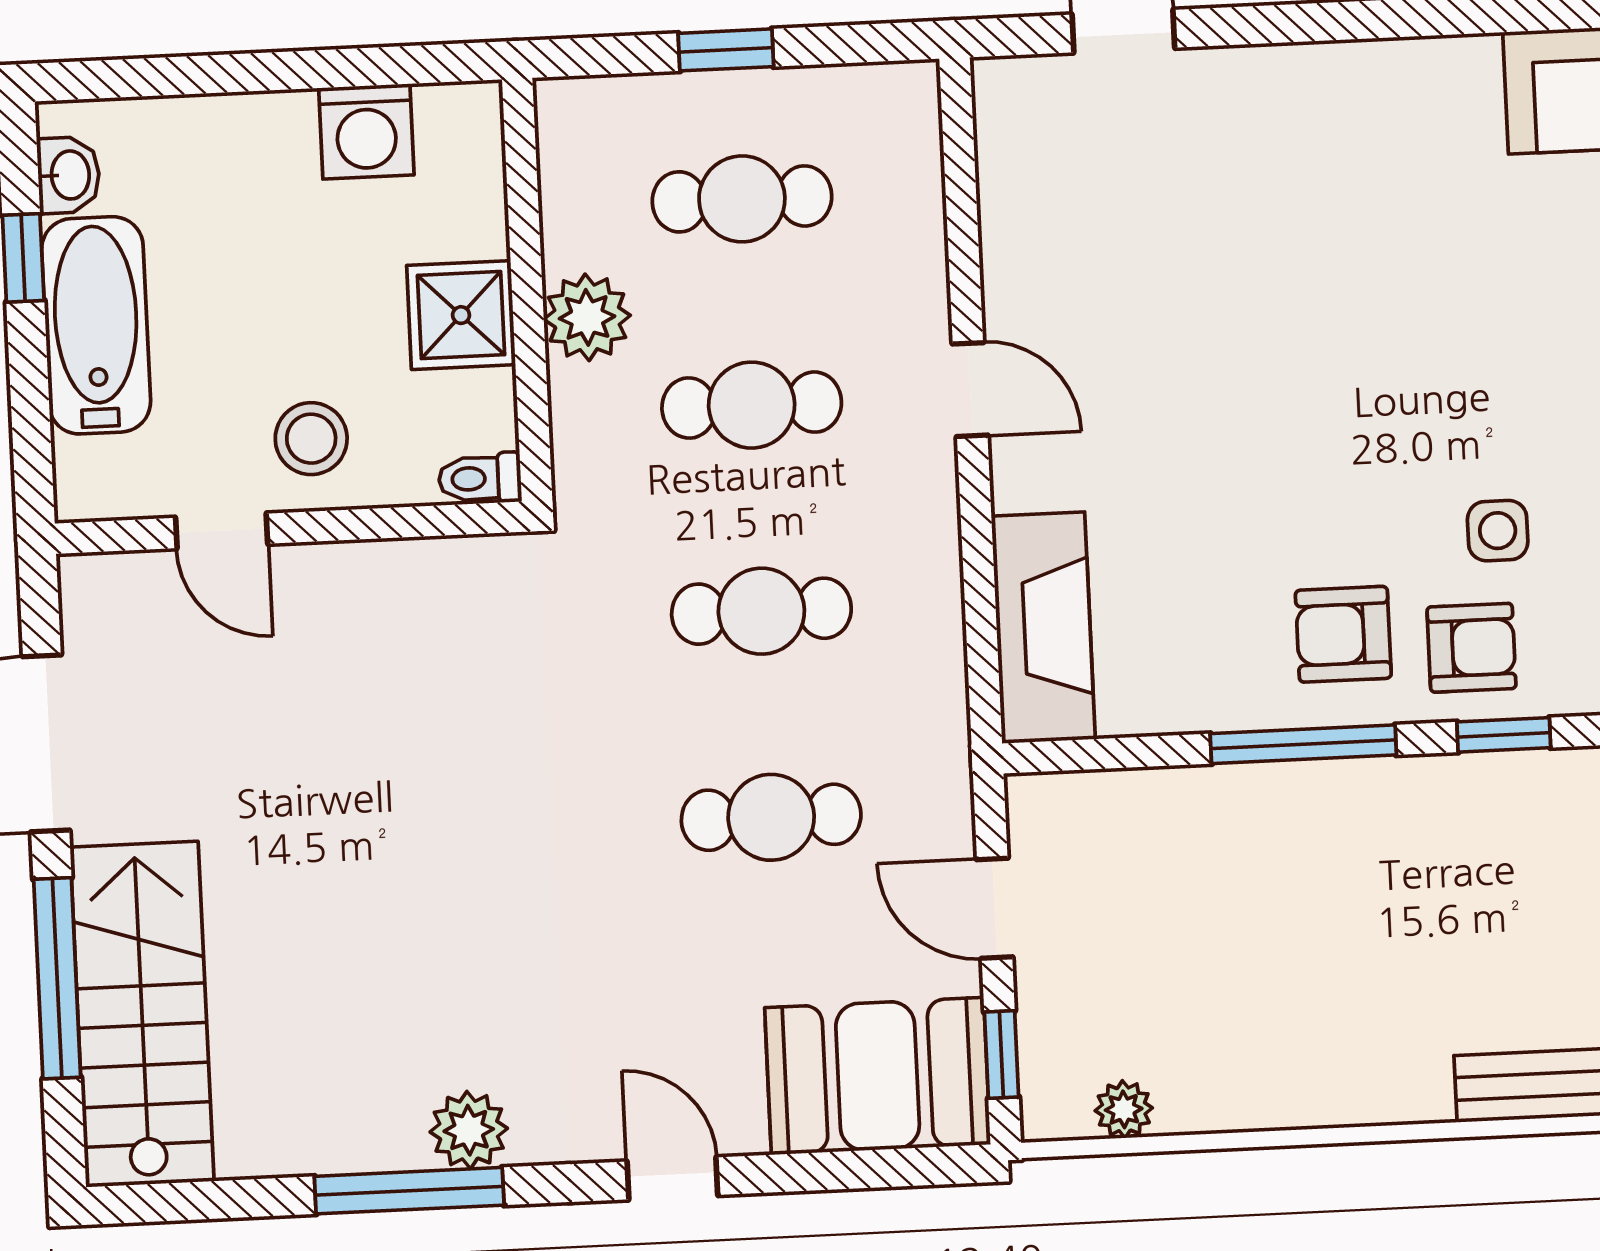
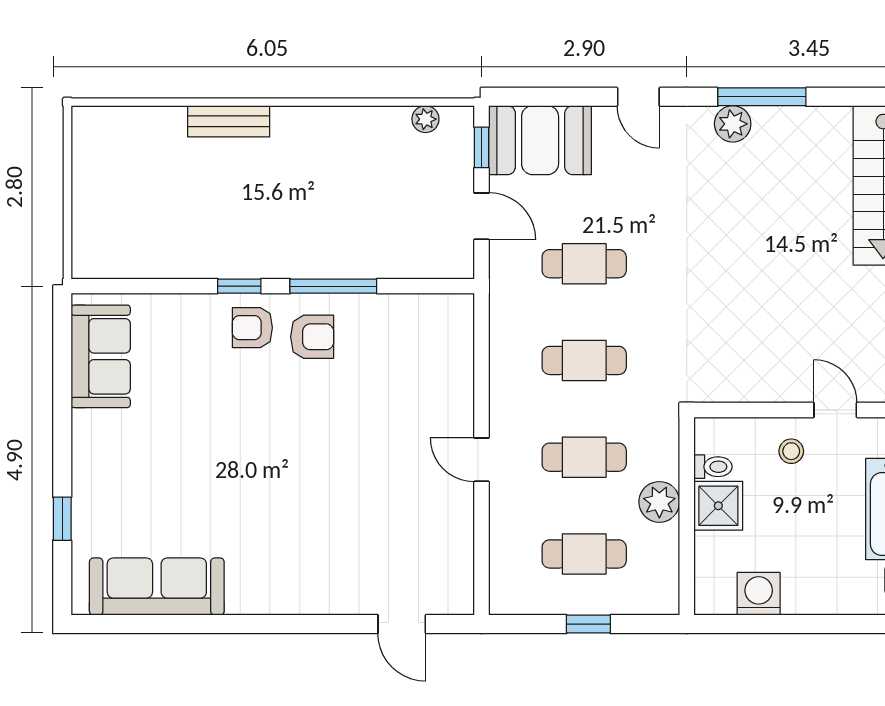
stool: (311, 439) -> (791, 451), width x0.73, depth x0.73
toilet: (480, 478) -> (713, 467), moved
side table: (1498, 531) -> (238, 382), removed
fireplace: (1043, 628) -> (453, 347), removed

